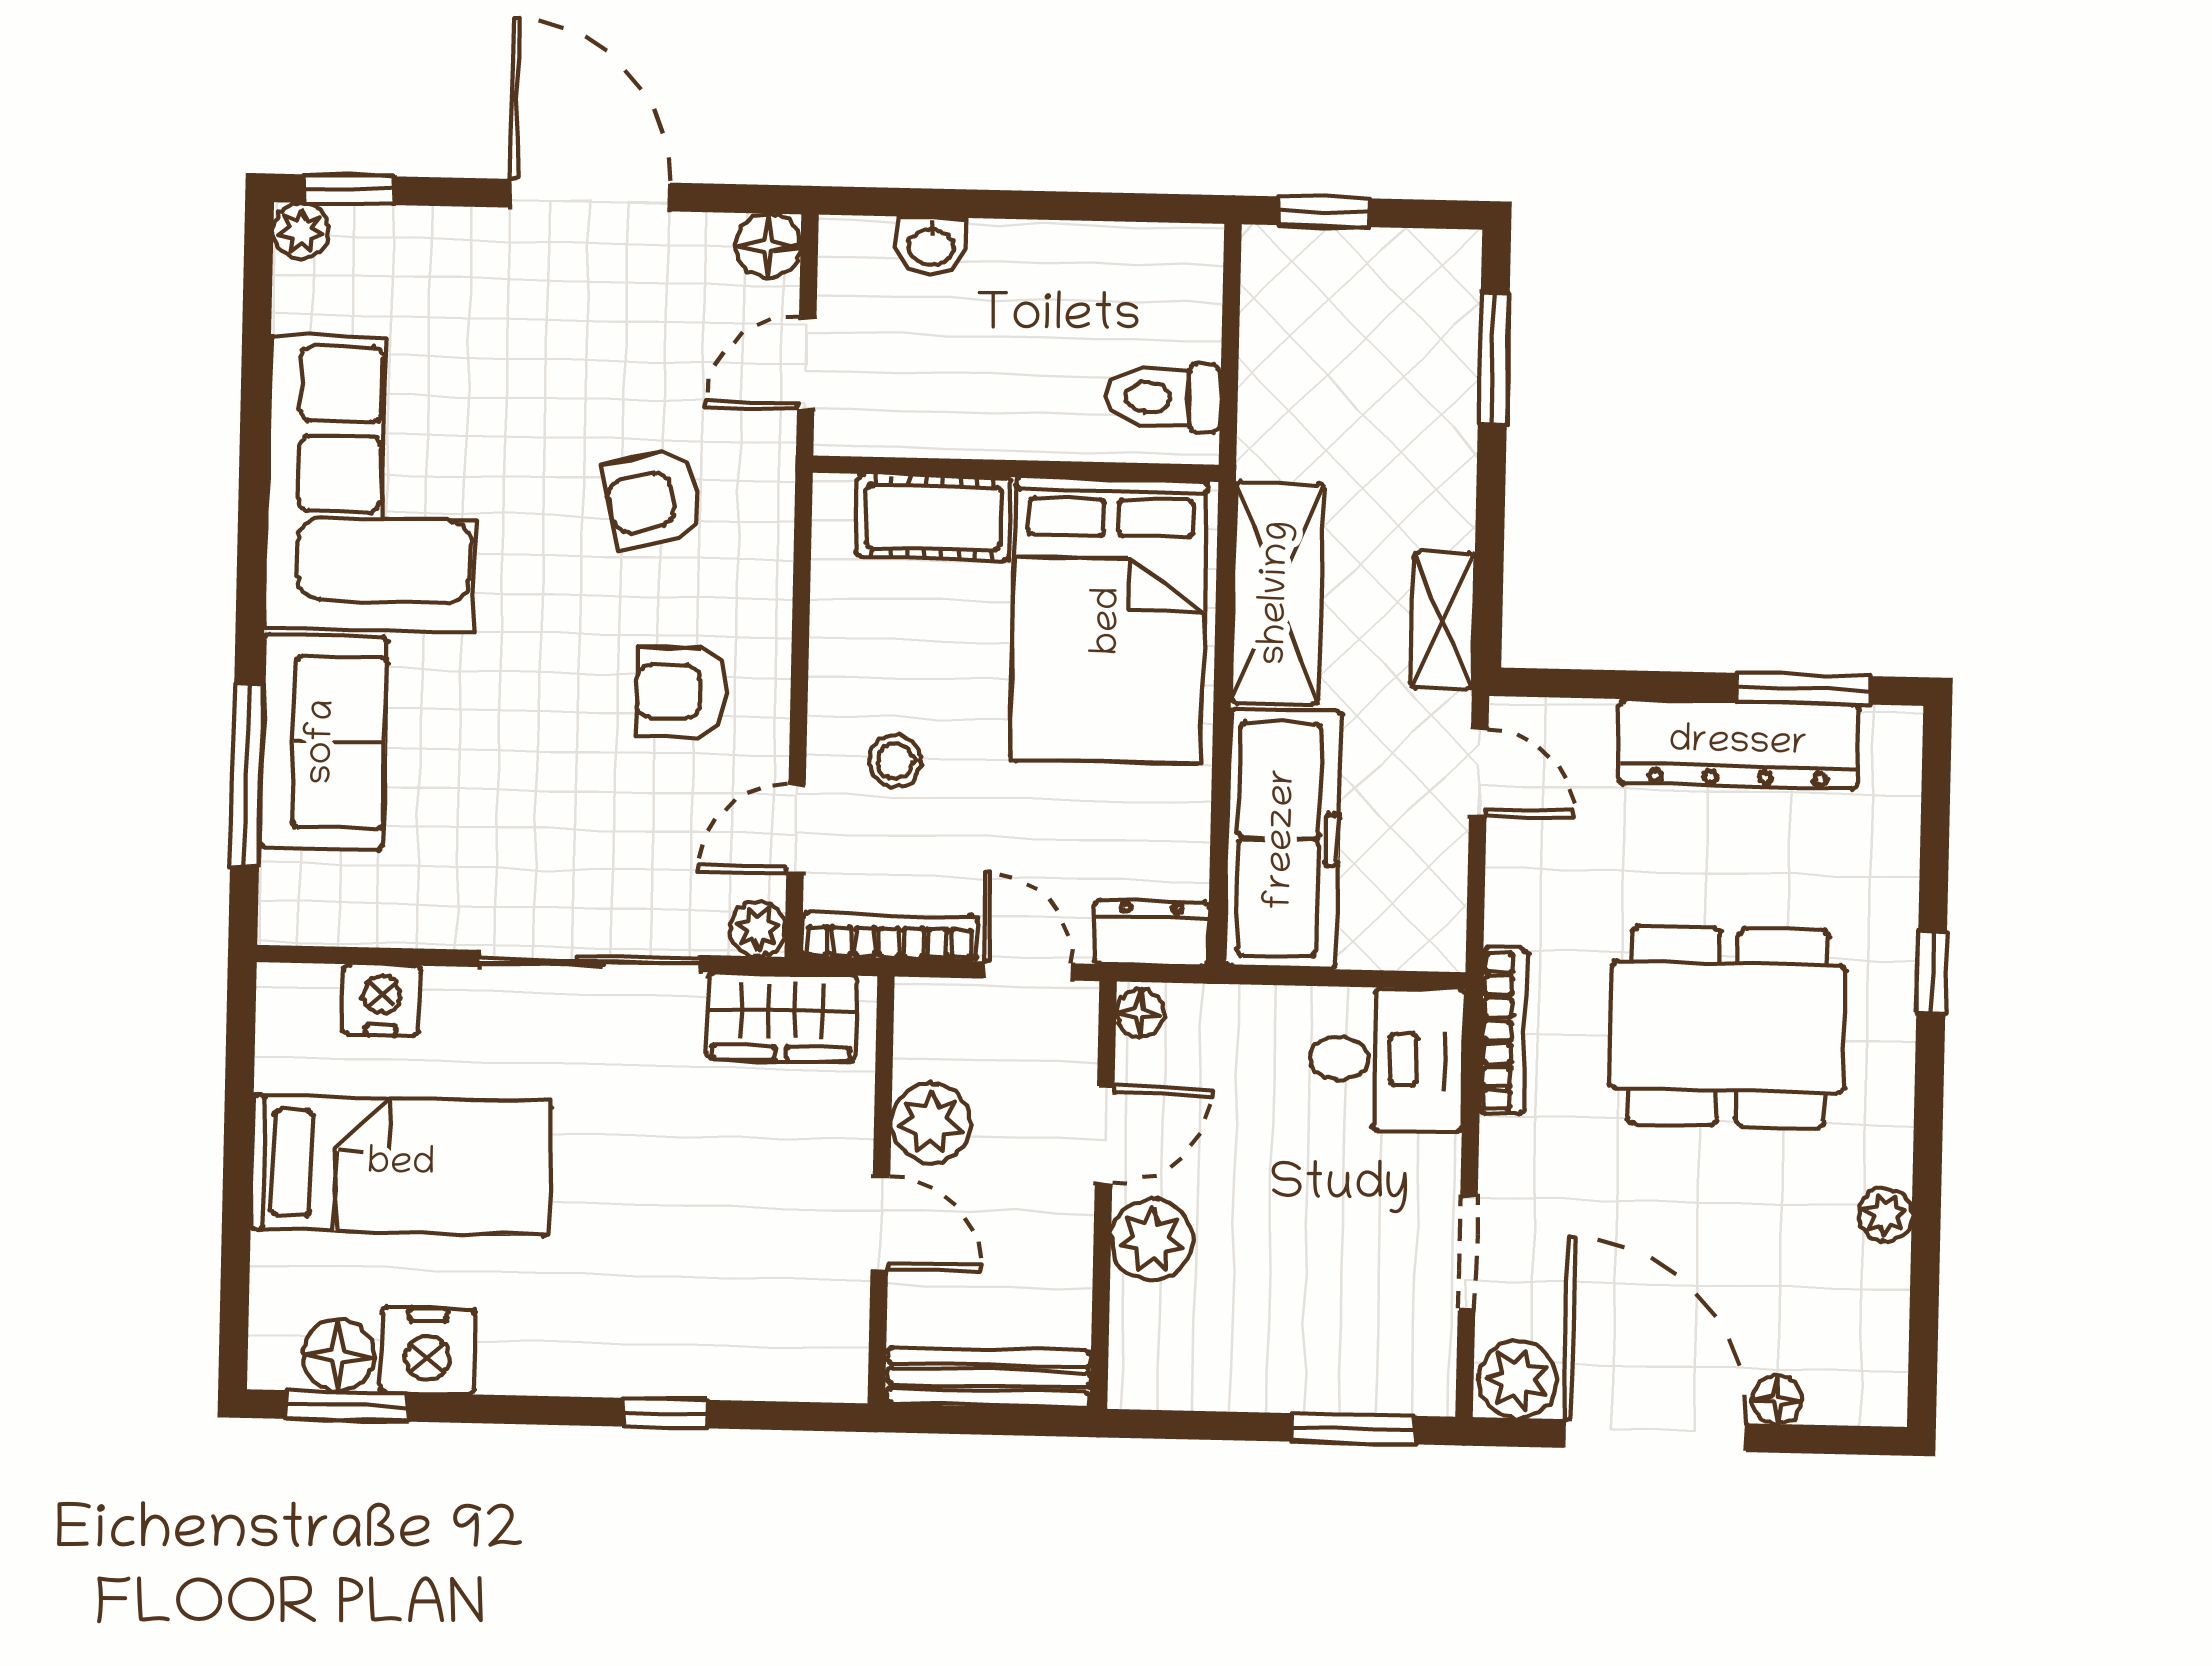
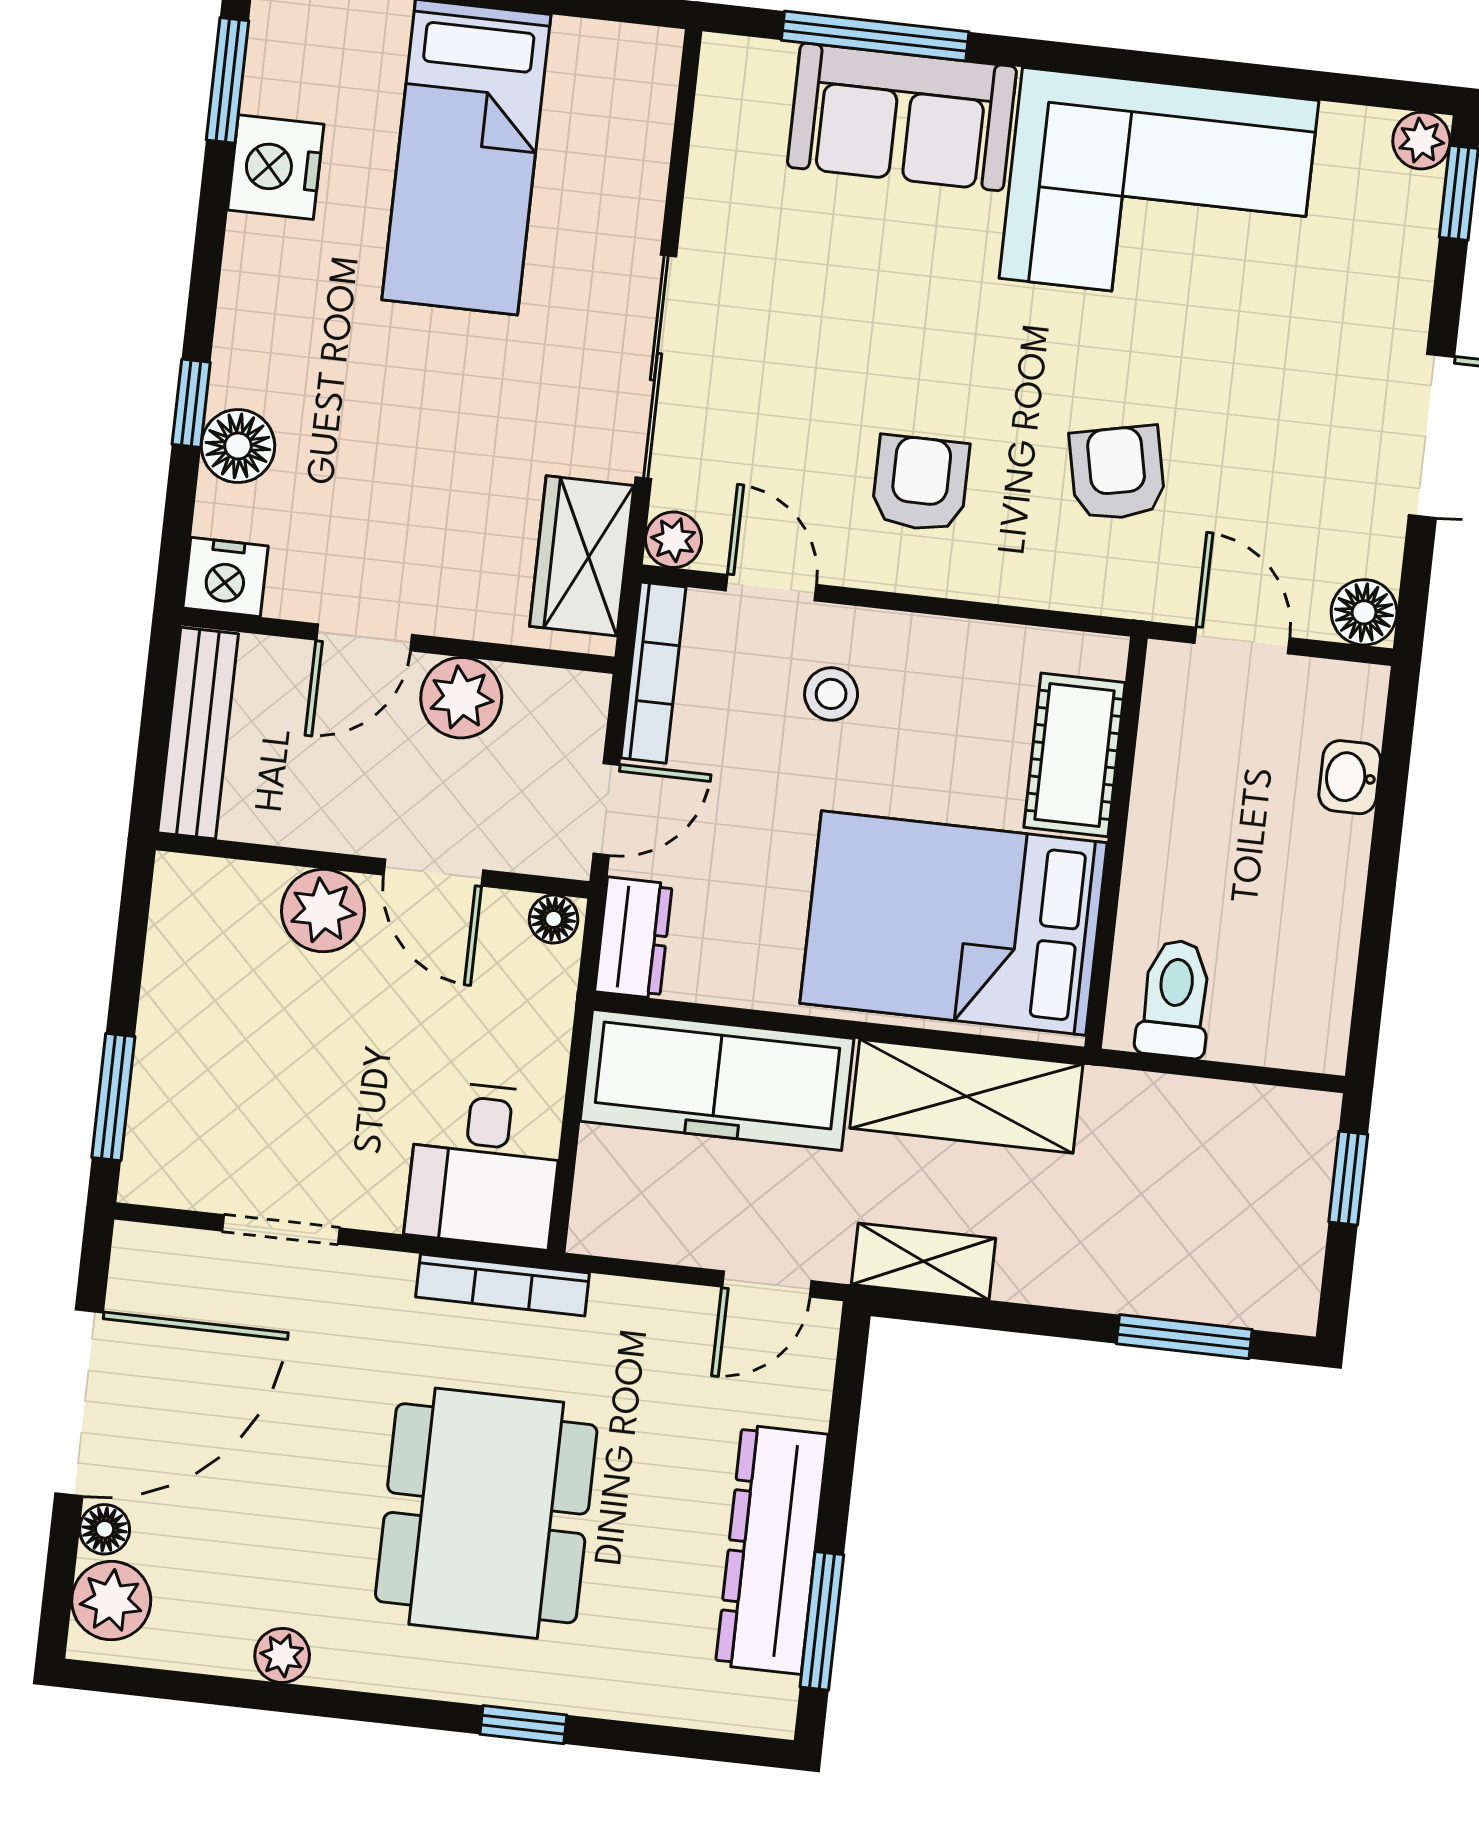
nightstand: (382, 1000) -> (225, 577), moved, turned 90
floor lamp: (338, 1355) -> (238, 446), moved
plant: (1518, 1379) -> (111, 1601), moved

